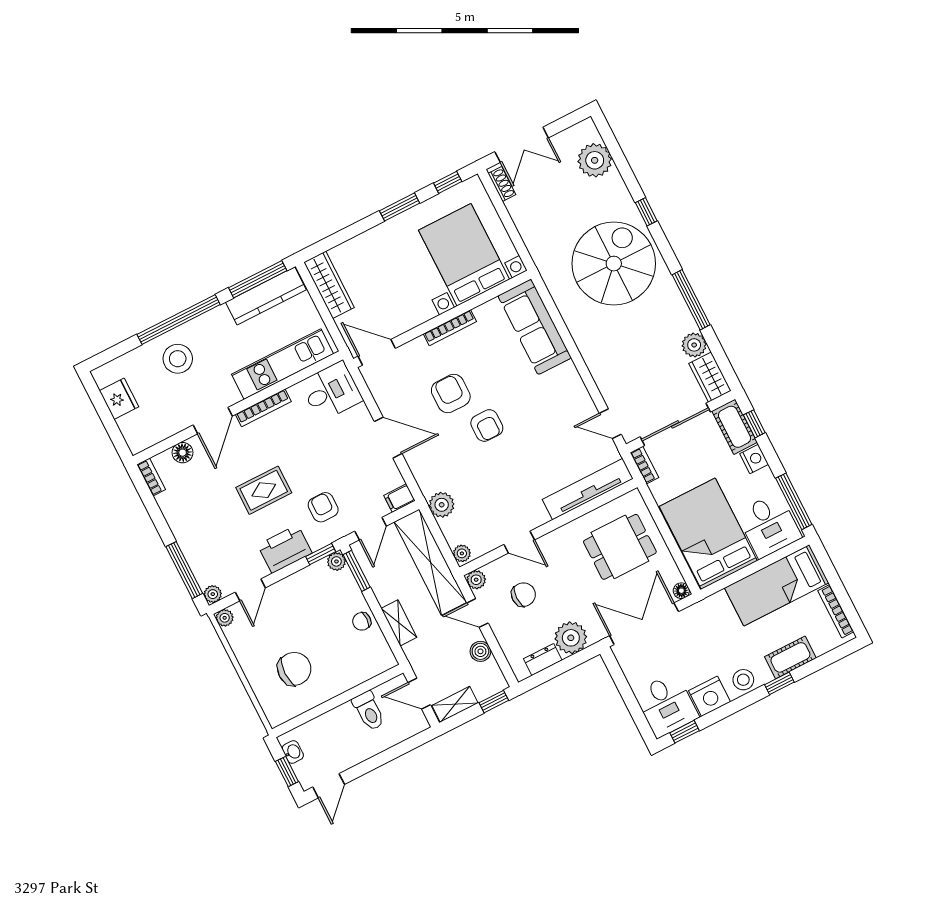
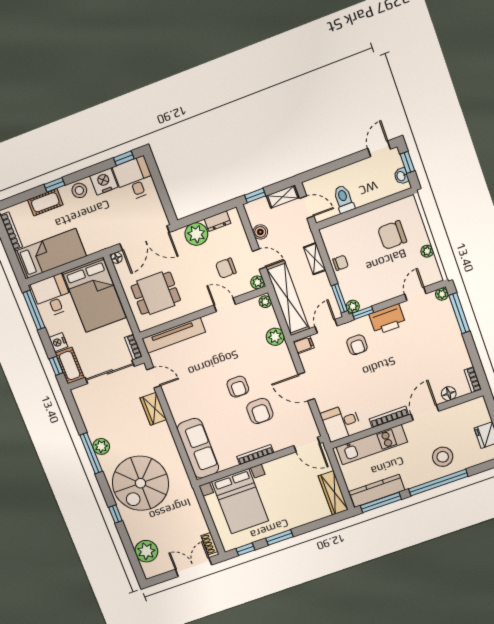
plant: (694, 345) -> (101, 446), moved
wardrobe: (710, 377) -> (153, 409), moved, turned 180
armchair: (487, 426) -> (238, 387), turned 180
rug: (264, 490) -> (396, 361), removed
plant: (225, 618) -> (427, 251), moved

